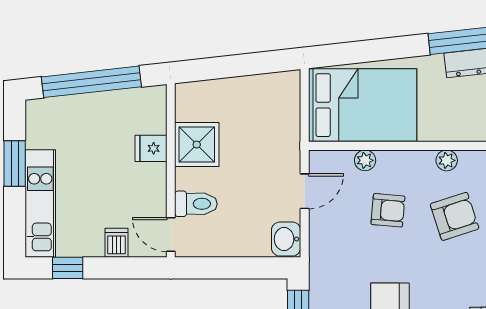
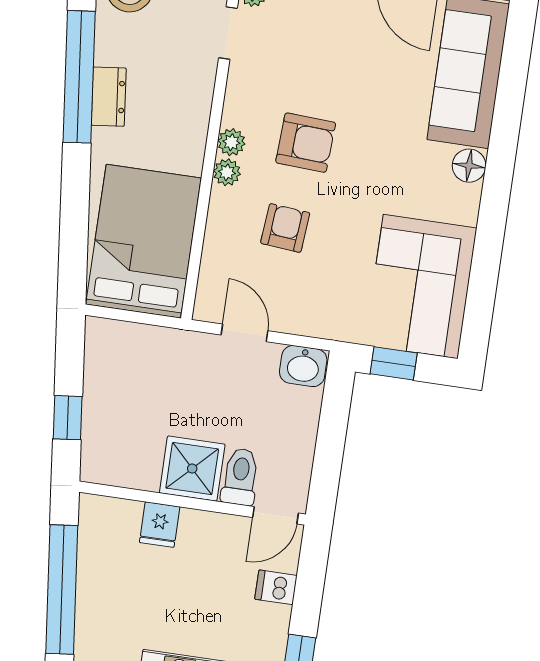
window: (221, 67) -> (68, 418), added
shower: (197, 145) -> (192, 469), moved
plant: (365, 160) -> (227, 172), moved
armchair: (455, 216) -> (306, 143), turned 111

